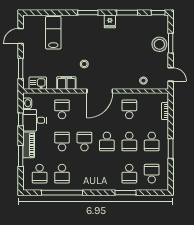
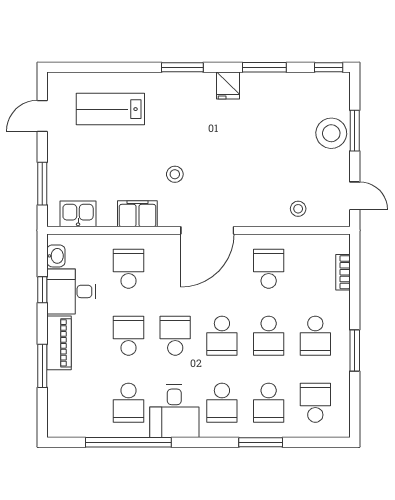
lab bench: (53, 33) -> (110, 109), turned -90
school desk: (40, 174) -> (222, 403), moved
desk: (84, 178) -> (174, 411), added

